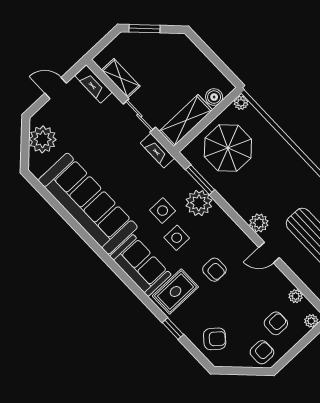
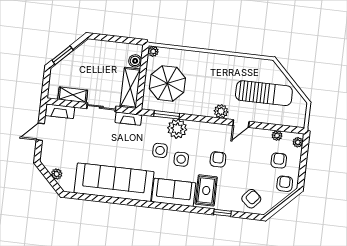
plant: (43, 139) -> (57, 174), width x0.53, depth x0.53
armchair: (214, 270) -> (218, 159), turned -90

